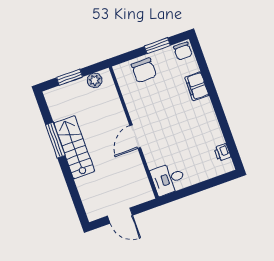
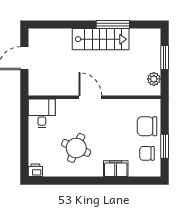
chair: (183, 51) -> (147, 153), moved
round table: (190, 133) -> (76, 148), added
printer: (222, 152) -> (35, 170), moved

